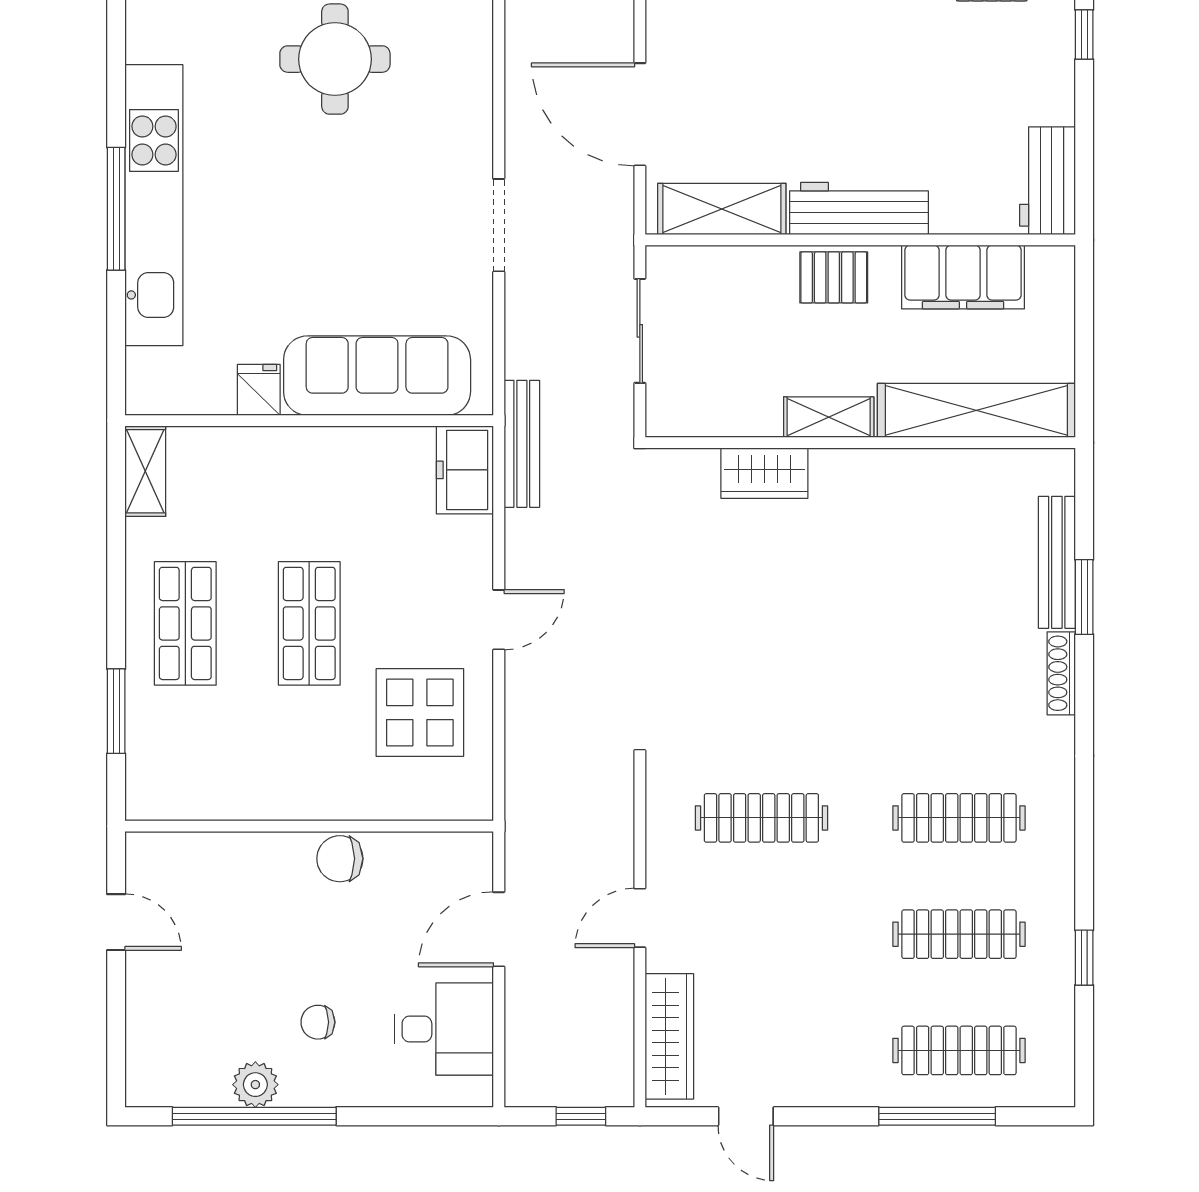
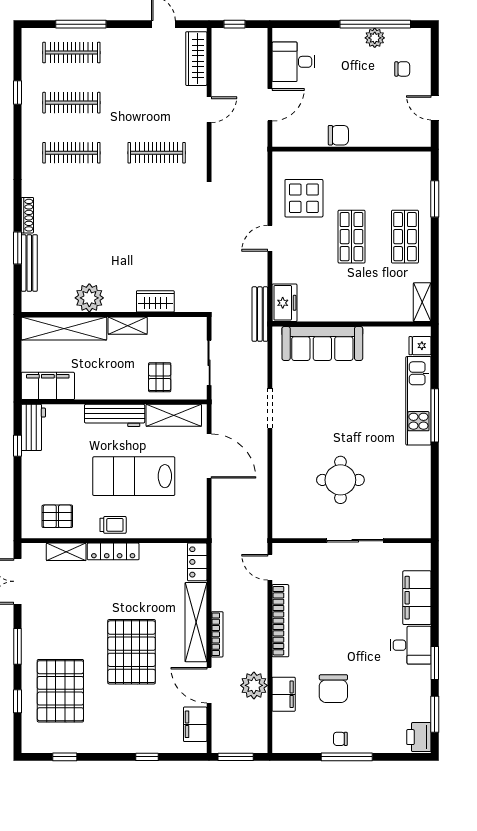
window: (1084, 35) -> (18, 446), moved
lab bench: (814, 68) -> (134, 476), added
kitchen unit: (154, 205) -> (418, 401), width x0.73
pallet: (834, 277) -> (160, 377), moved, turned 90
filing cabinet: (963, 277) -> (48, 386), moved
fridge: (259, 390) -> (420, 346), moved, turned 90
plant: (918, 481) -> (89, 298), added
chair: (318, 1022) -> (402, 69), moved

